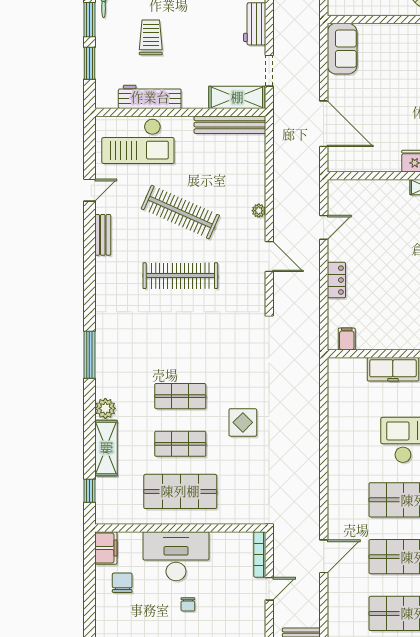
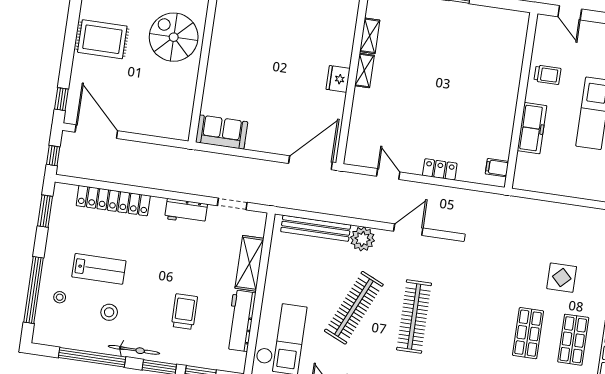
trolley: (151, 37) -> (184, 312), turned 90
shelving: (237, 97) -> (249, 263), moved
door: (324, 124) -> (311, 163), moved
bench: (230, 125) -> (316, 228), moved, turned 90
plant: (259, 211) -> (363, 239), width x1.87, depth x1.87

